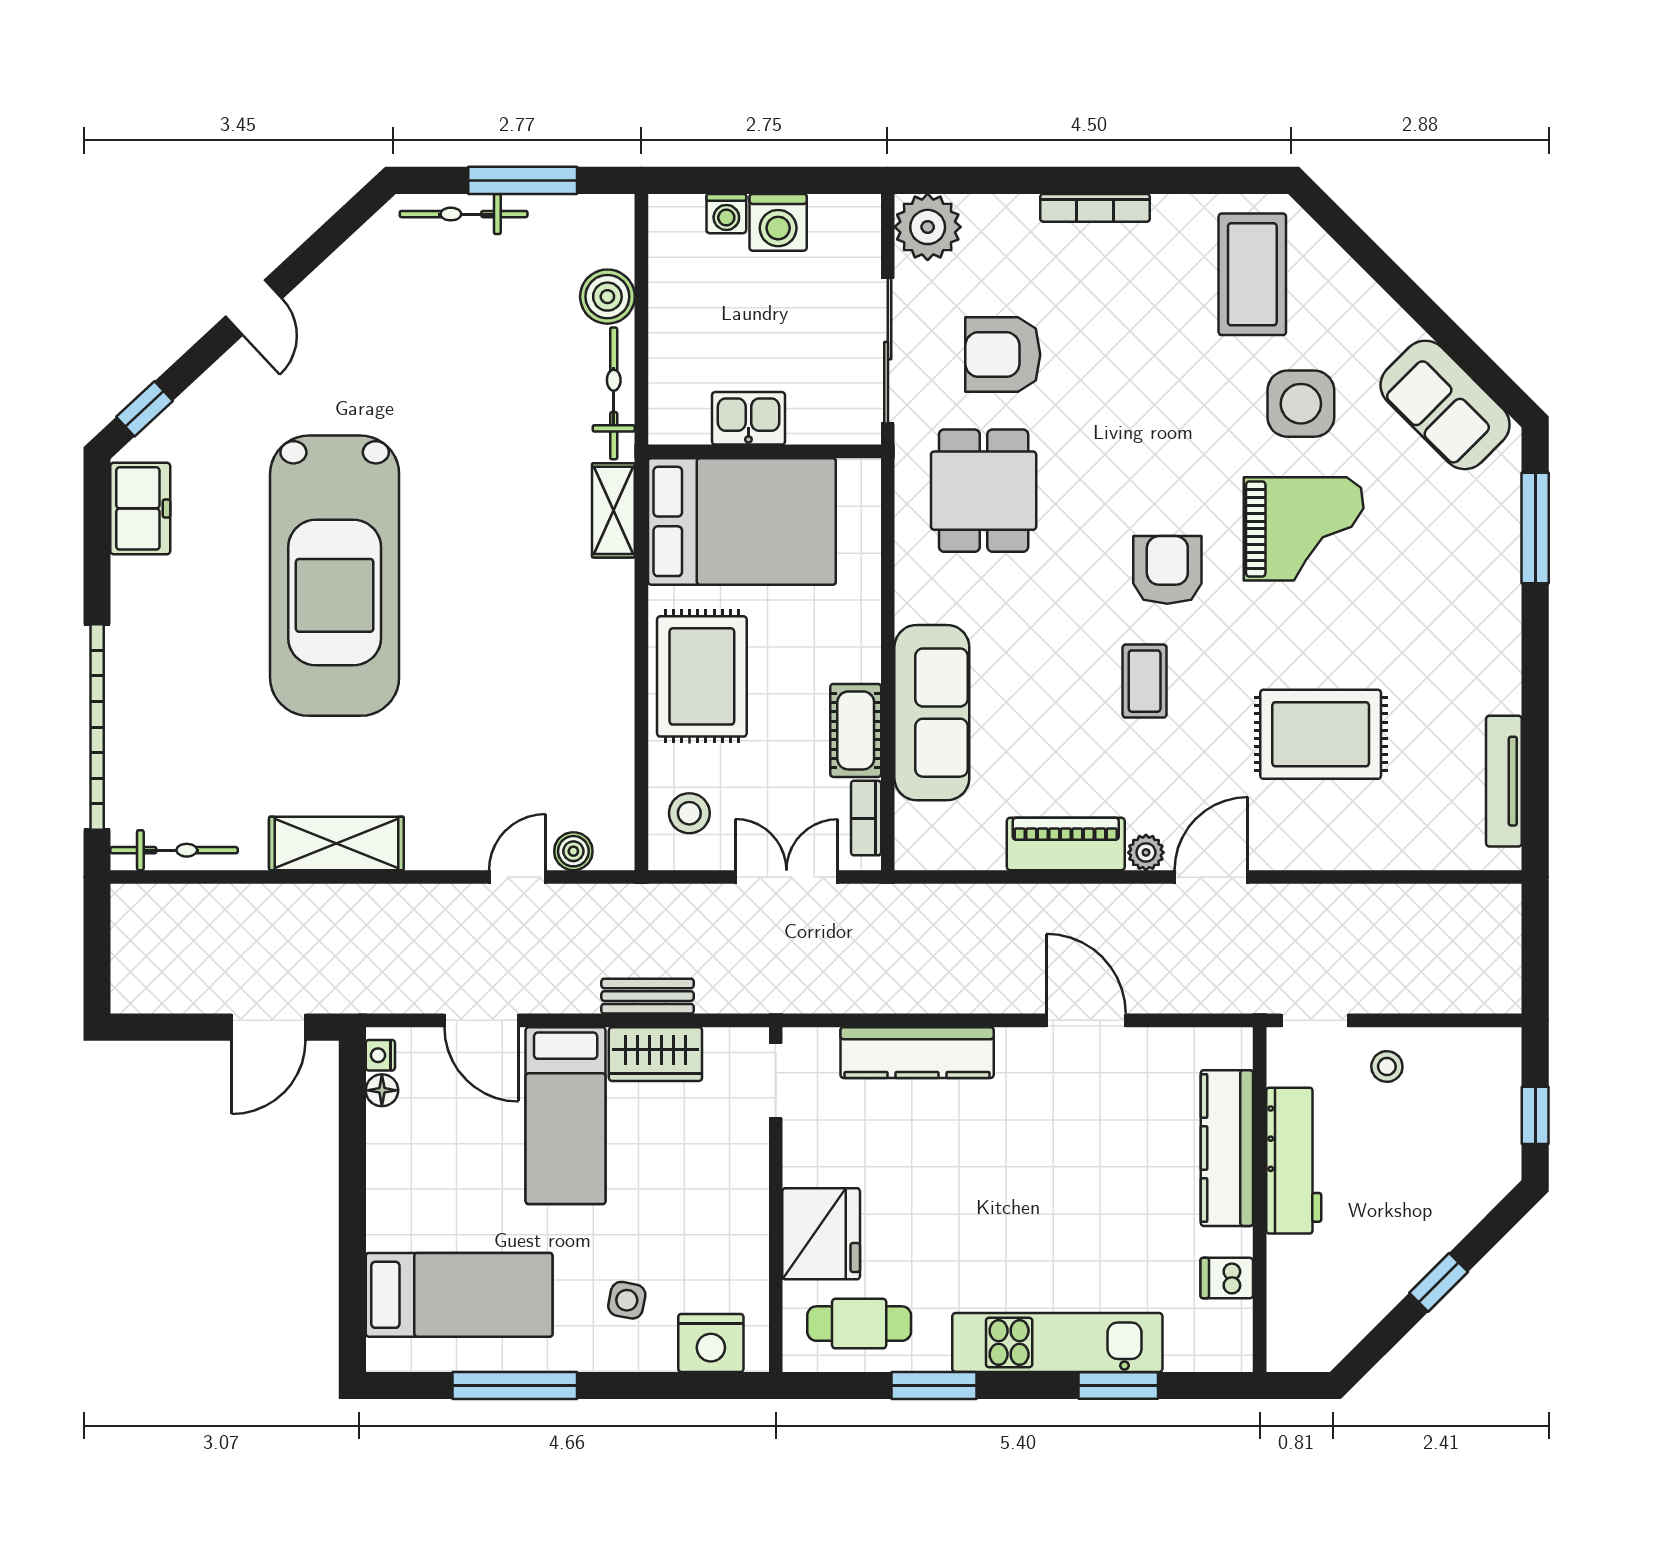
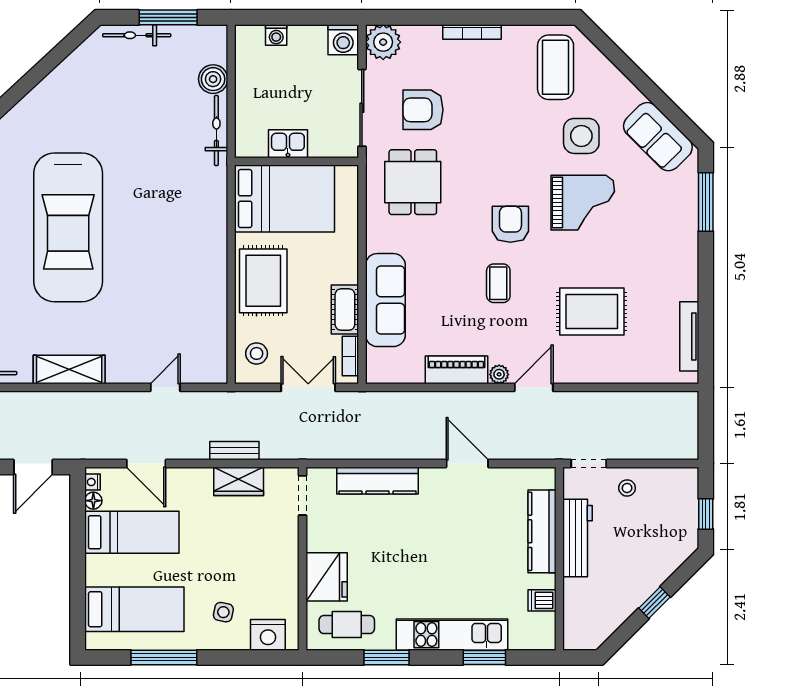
washing machine: (778, 222) -> (343, 40), moved
door: (254, 307) -> (25, 85), removed
shelving: (613, 510) -> (216, 193), removed
boiler: (573, 851) -> (195, 374), removed
bed: (566, 1116) -> (132, 532), moved, turned -90

